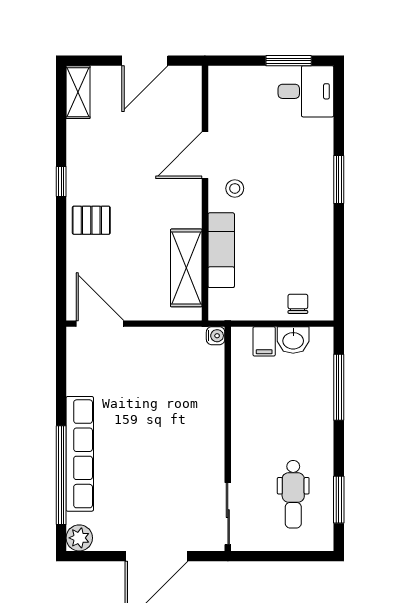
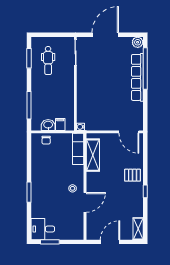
exam couch: (221, 250) -> (78, 149), moved
dental chair: (293, 494) -> (48, 61), turned 180

